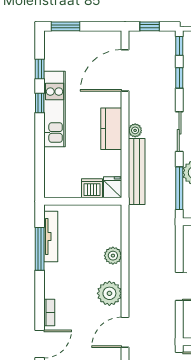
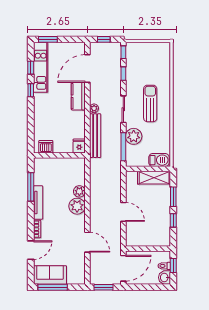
kitchen unit: (55, 109) -> (41, 67), moved
kitchen counter: (111, 129) -> (78, 96), moved
dishwasher: (92, 188) -> (46, 147), moved
tv unit: (51, 237) -> (38, 203), moved
plant: (109, 293) -> (77, 206), moved
door: (125, 332) -> (87, 242), swing flipped

